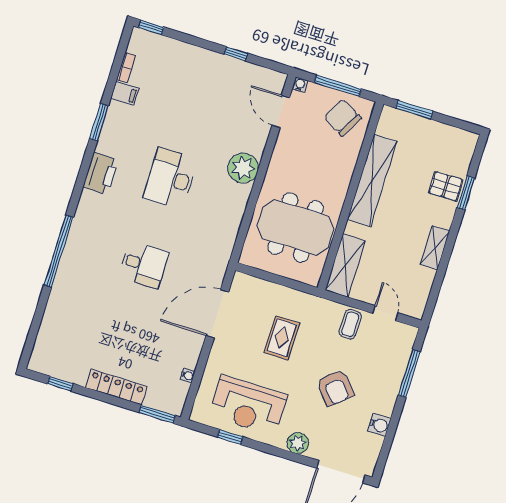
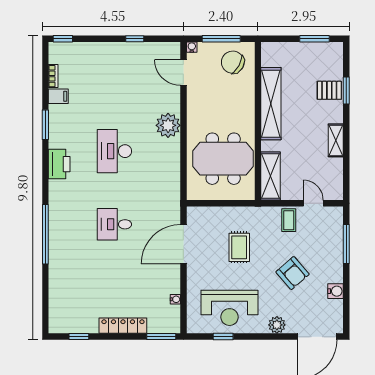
window: (414, 110) -> (315, 39), moved
desk: (144, 265) -> (114, 224), turned 180

